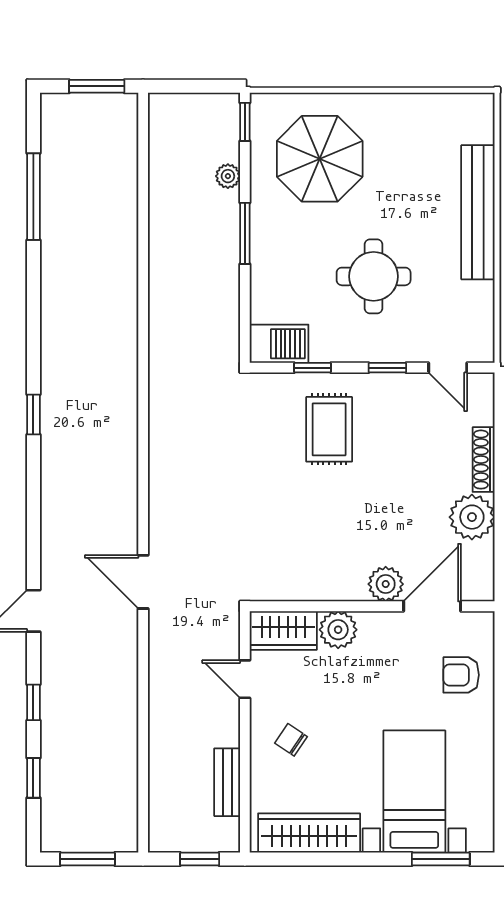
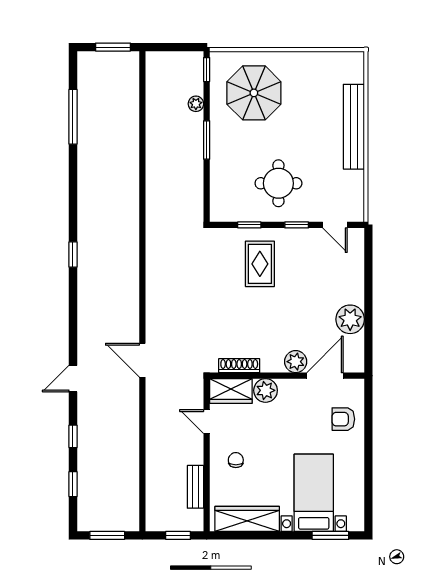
round table: (374, 276) -> (278, 183), moved
barbecue: (279, 344) -> (228, 210), removed
shoe rack: (484, 460) -> (239, 366), moved, turned 90
chair: (291, 740) -> (236, 460), turned 56

